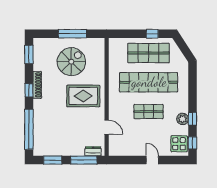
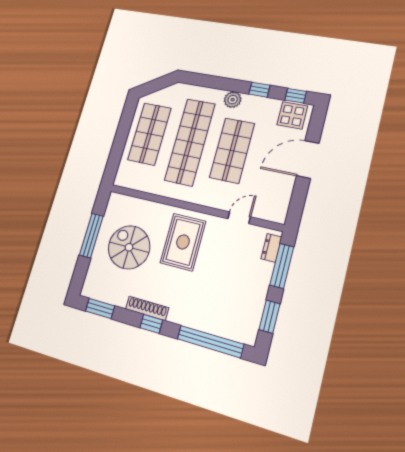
window: (152, 34) -> (125, 124), removed
shop shelf: (149, 112) -> (232, 150), width x1.43, depth x1.36
plant: (183, 119) -> (233, 100), moved
door: (152, 160) -> (308, 159), width x1.87

